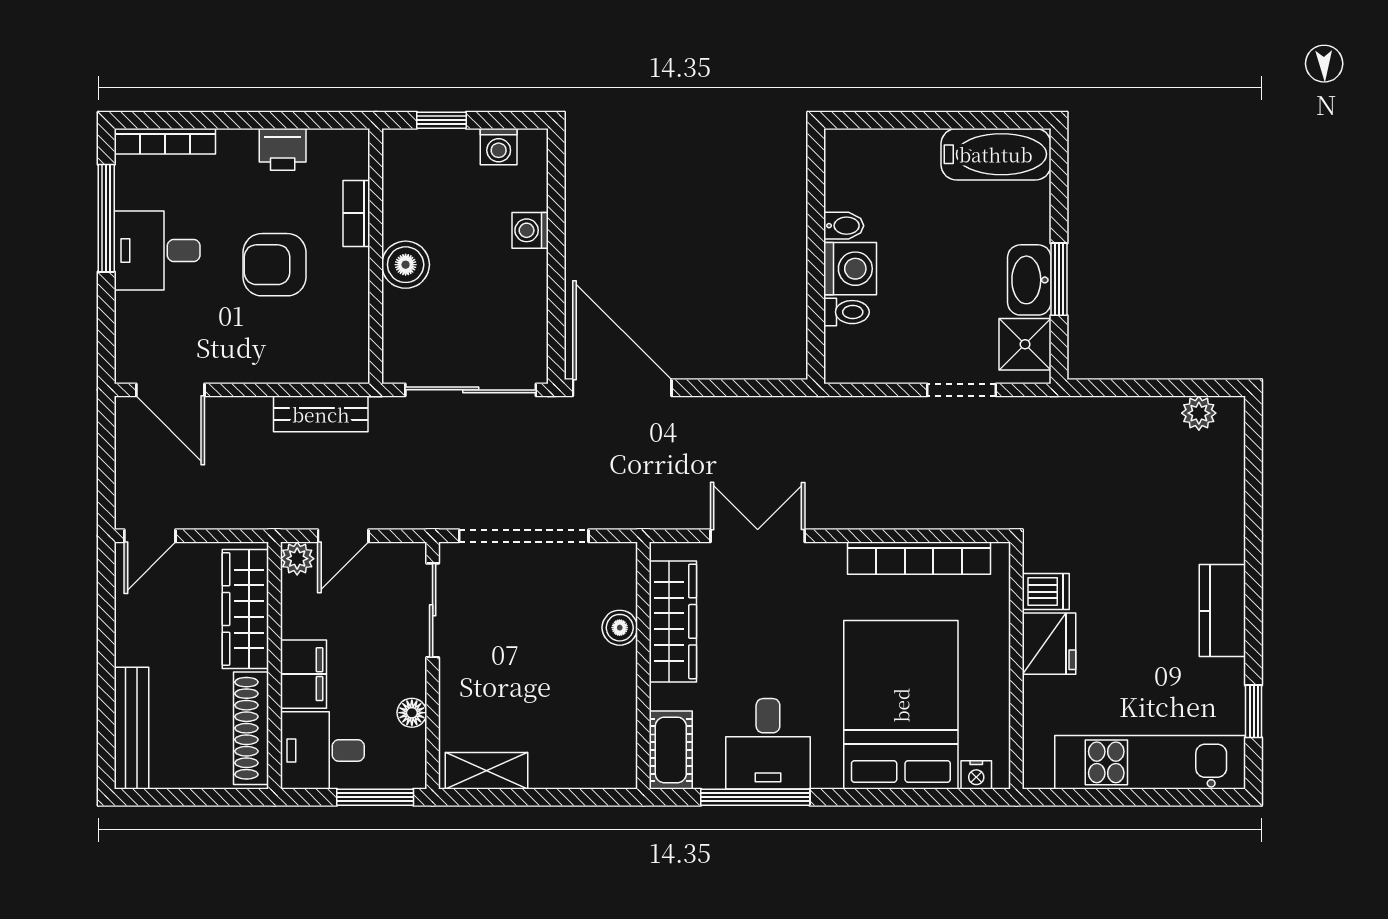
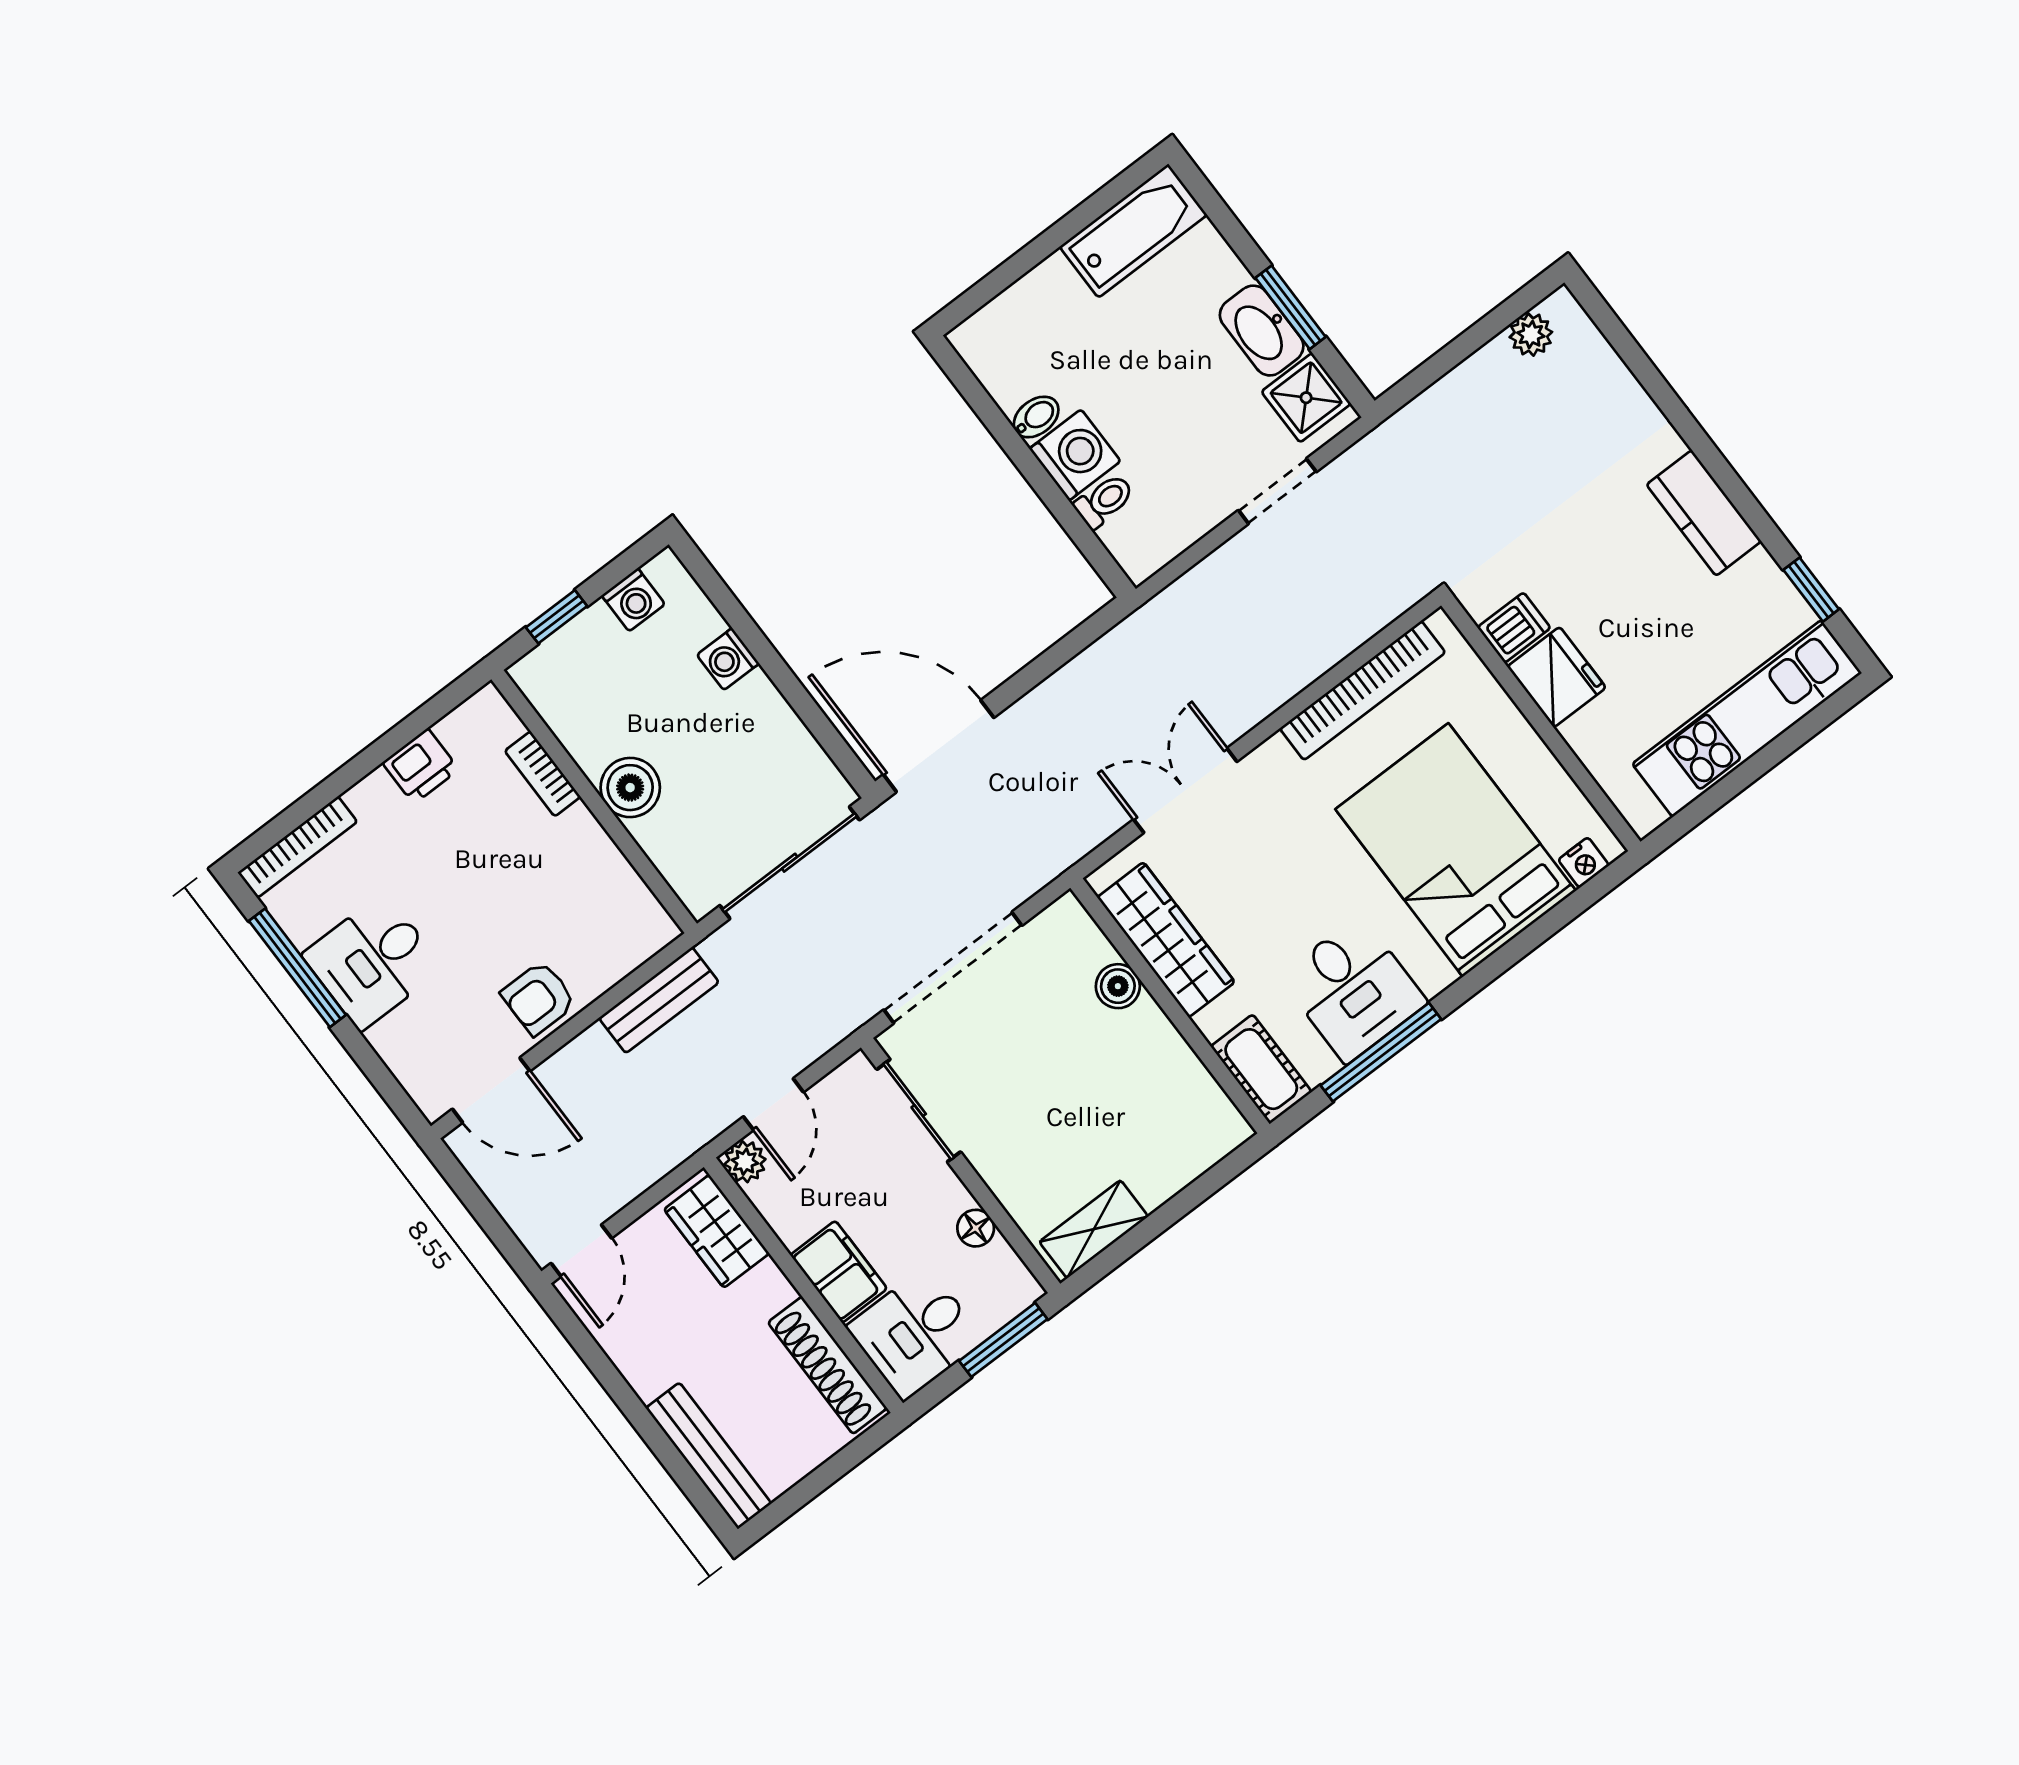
armchair: (275, 265) -> (539, 998), moved, width x0.72, depth x0.72
wardrobe: (245, 609) -> (717, 1231), width x0.67

